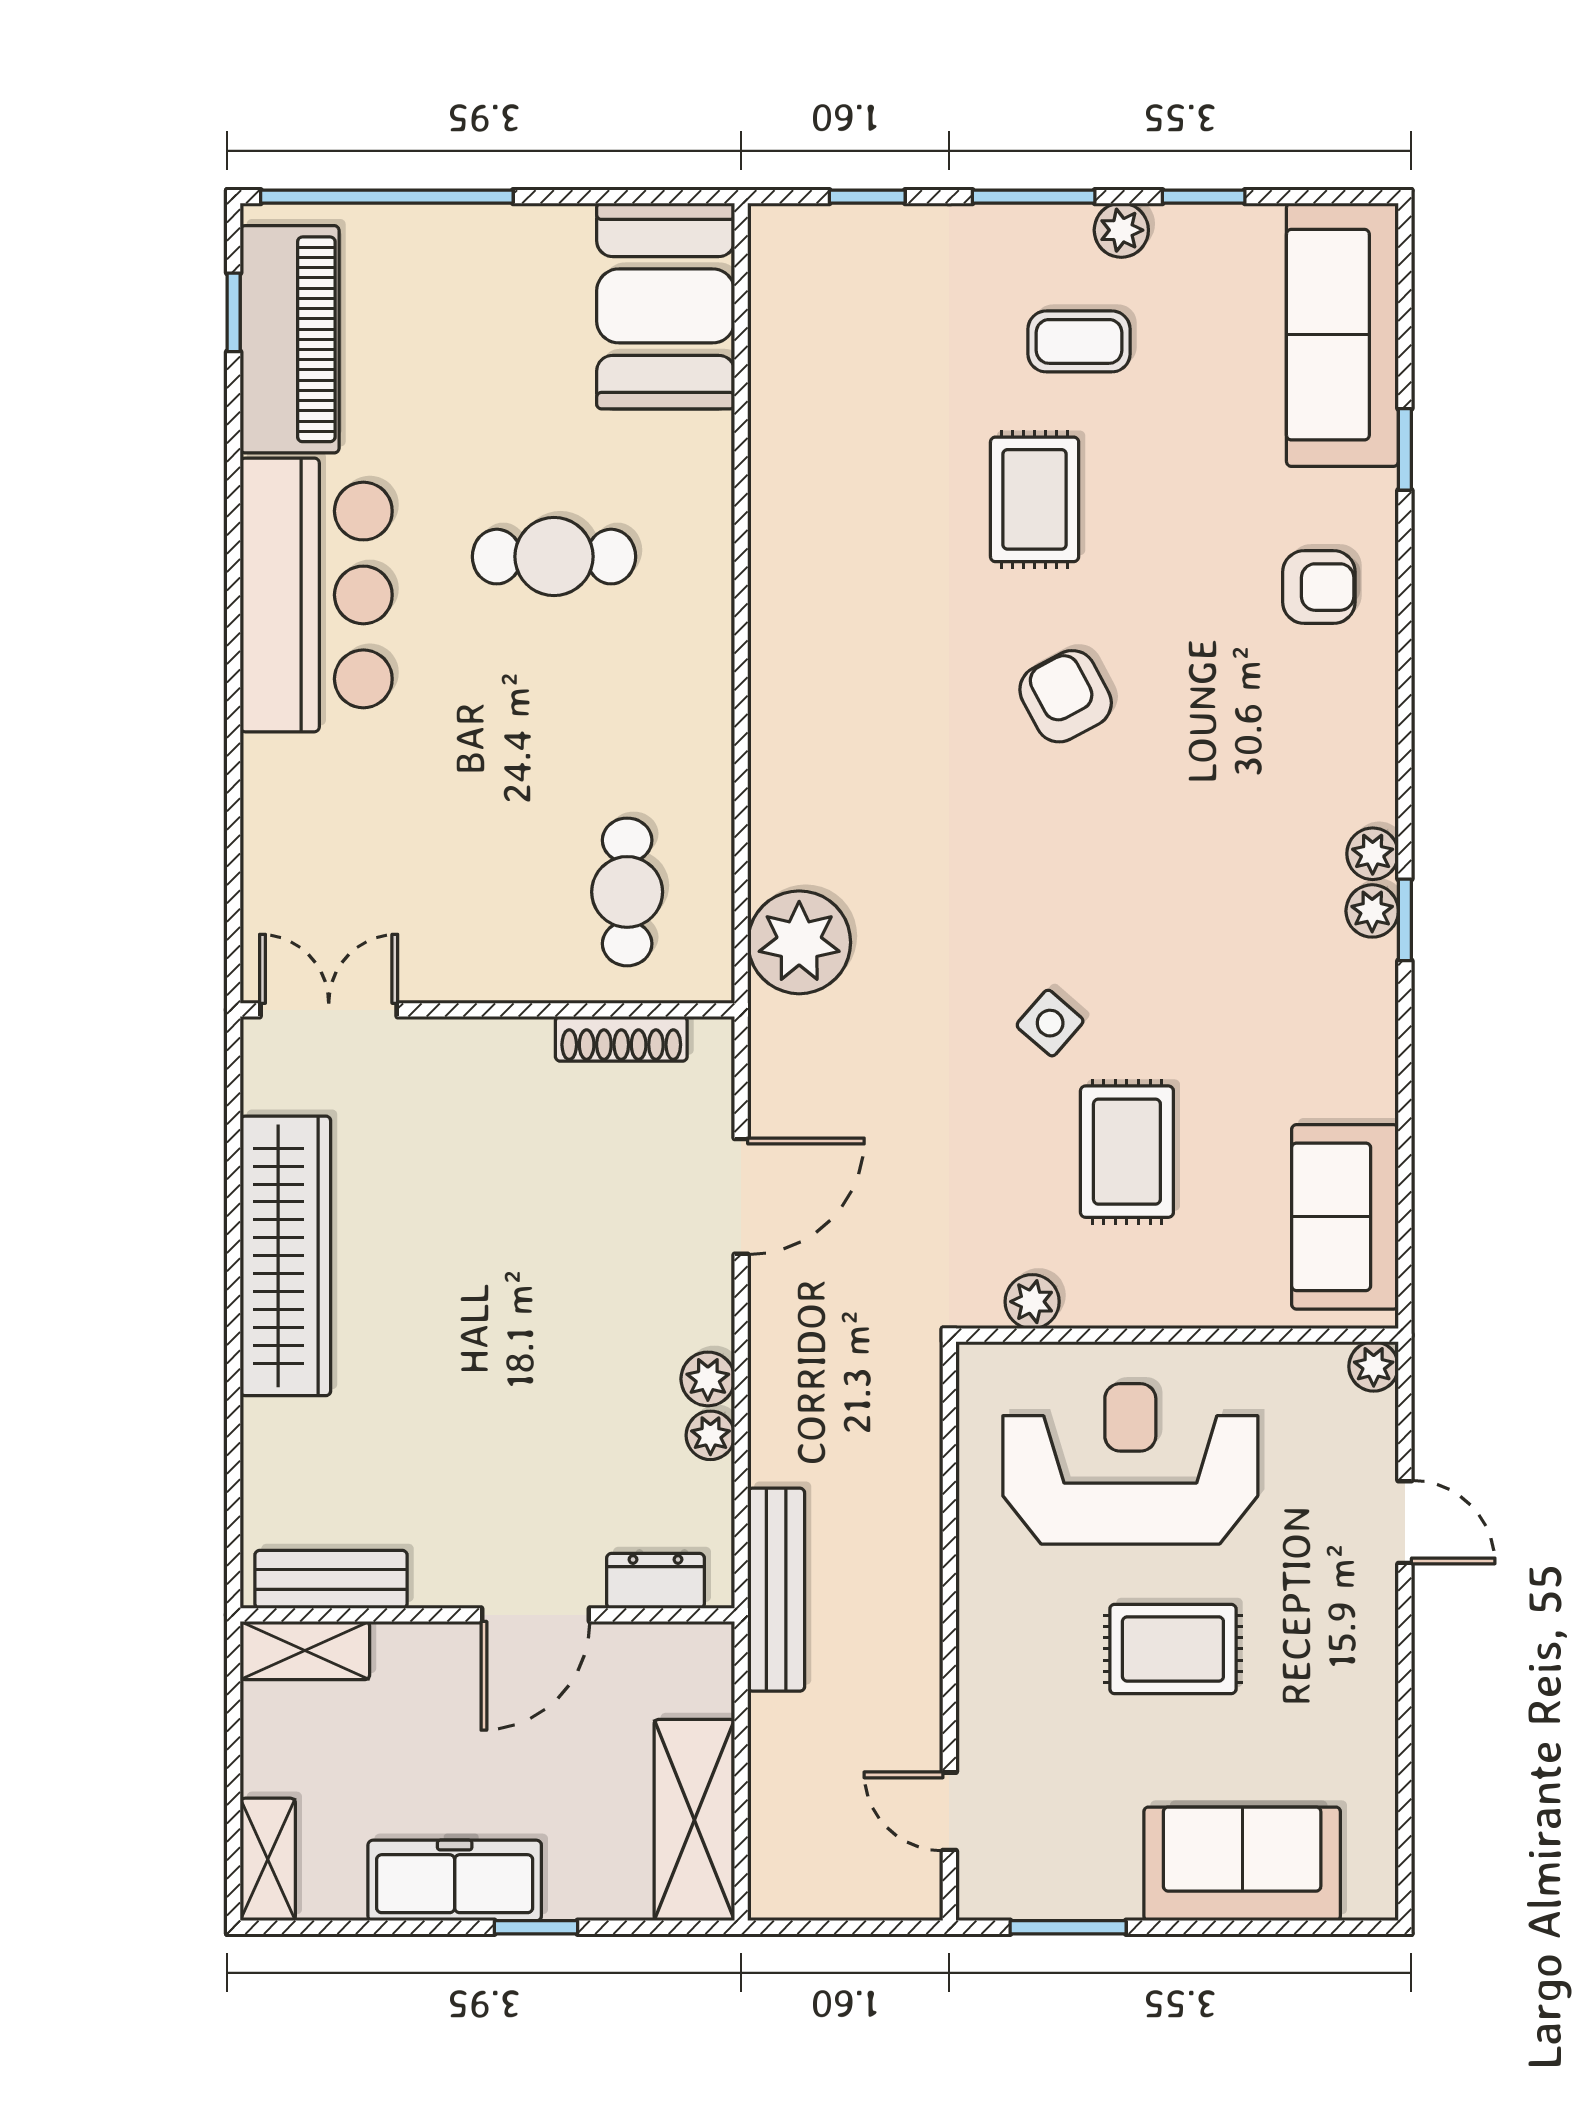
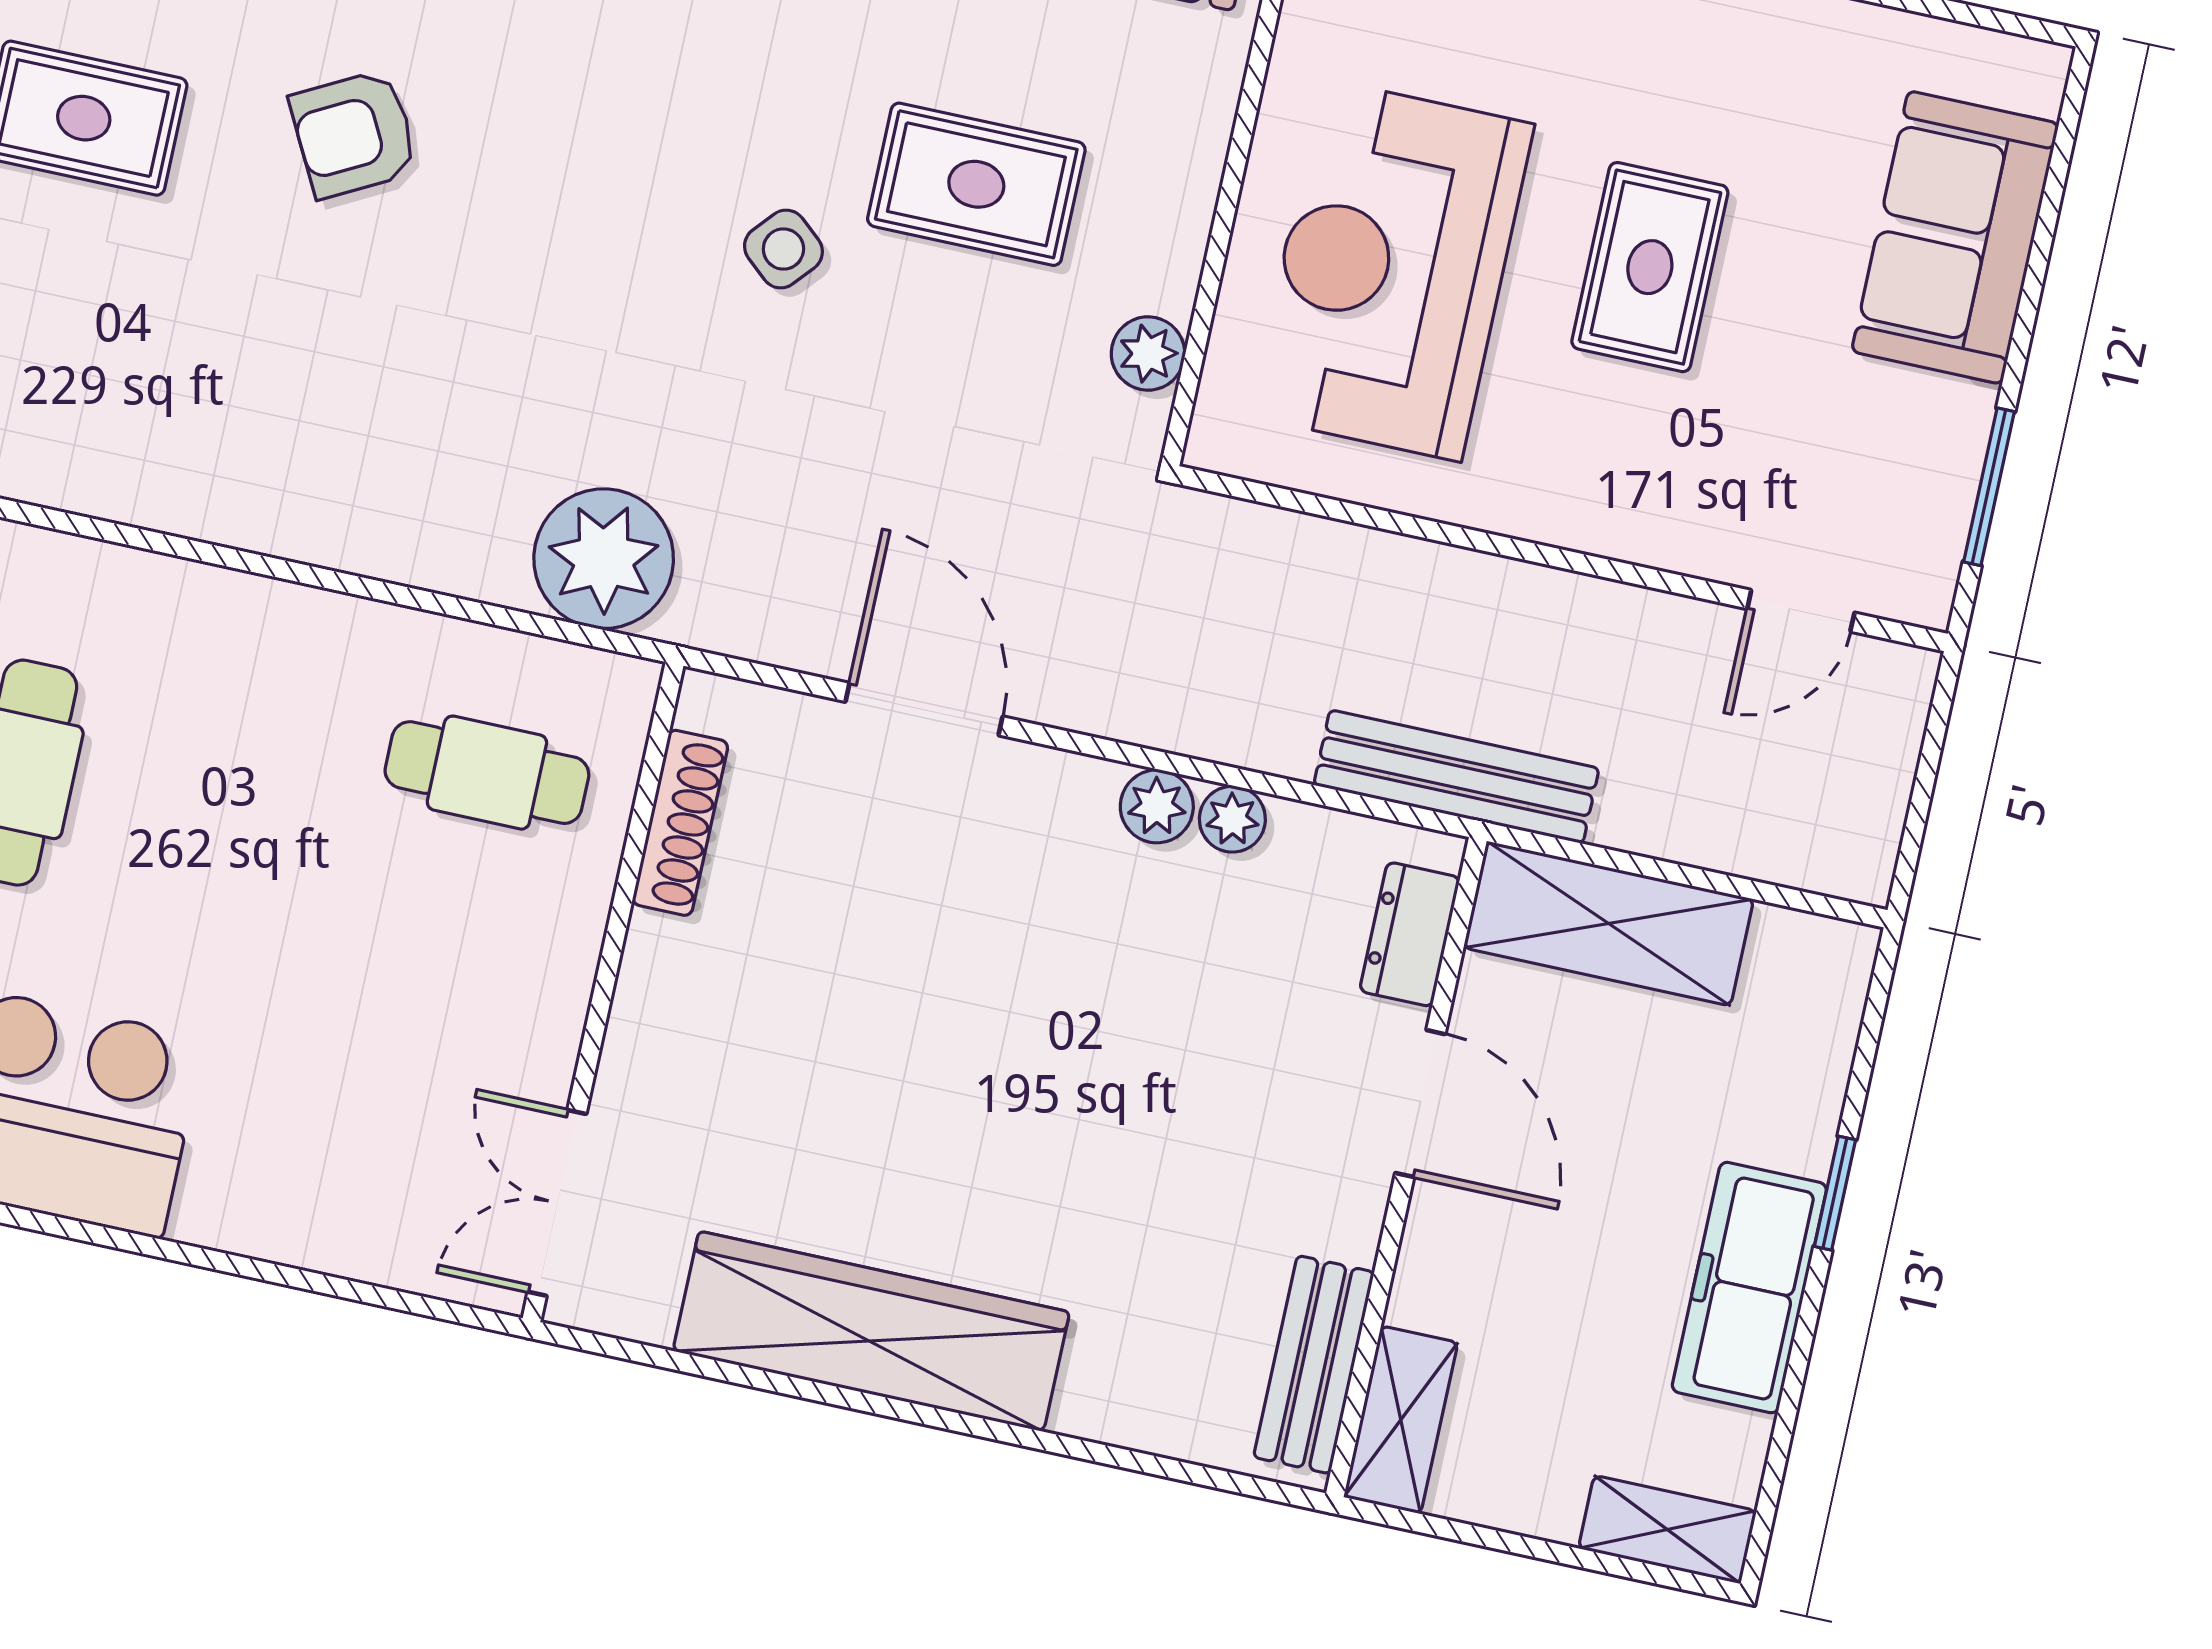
shelving: (694, 1820) -> (1609, 923), moved

